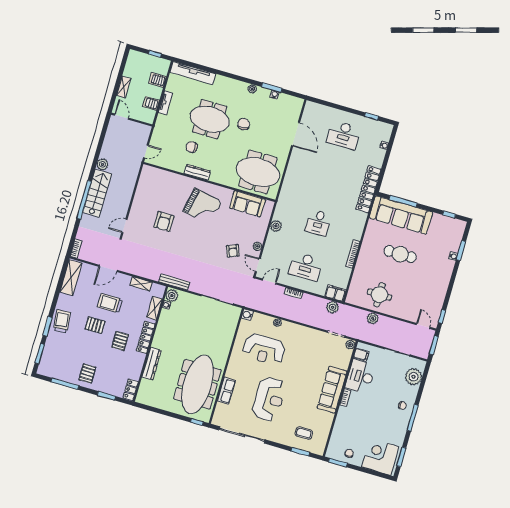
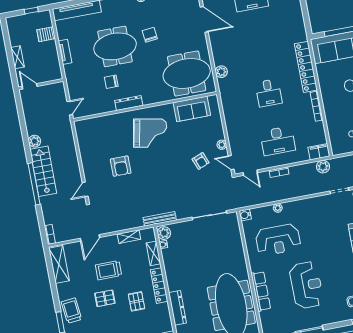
server rack: (151, 103) -> (51, 60), removed
locker: (368, 189) -> (306, 67), moved
plant: (276, 226) -> (221, 72), moved
door: (269, 282) -> (250, 173), swing flipped
row of seats: (226, 391) -> (261, 291), width x1.48

